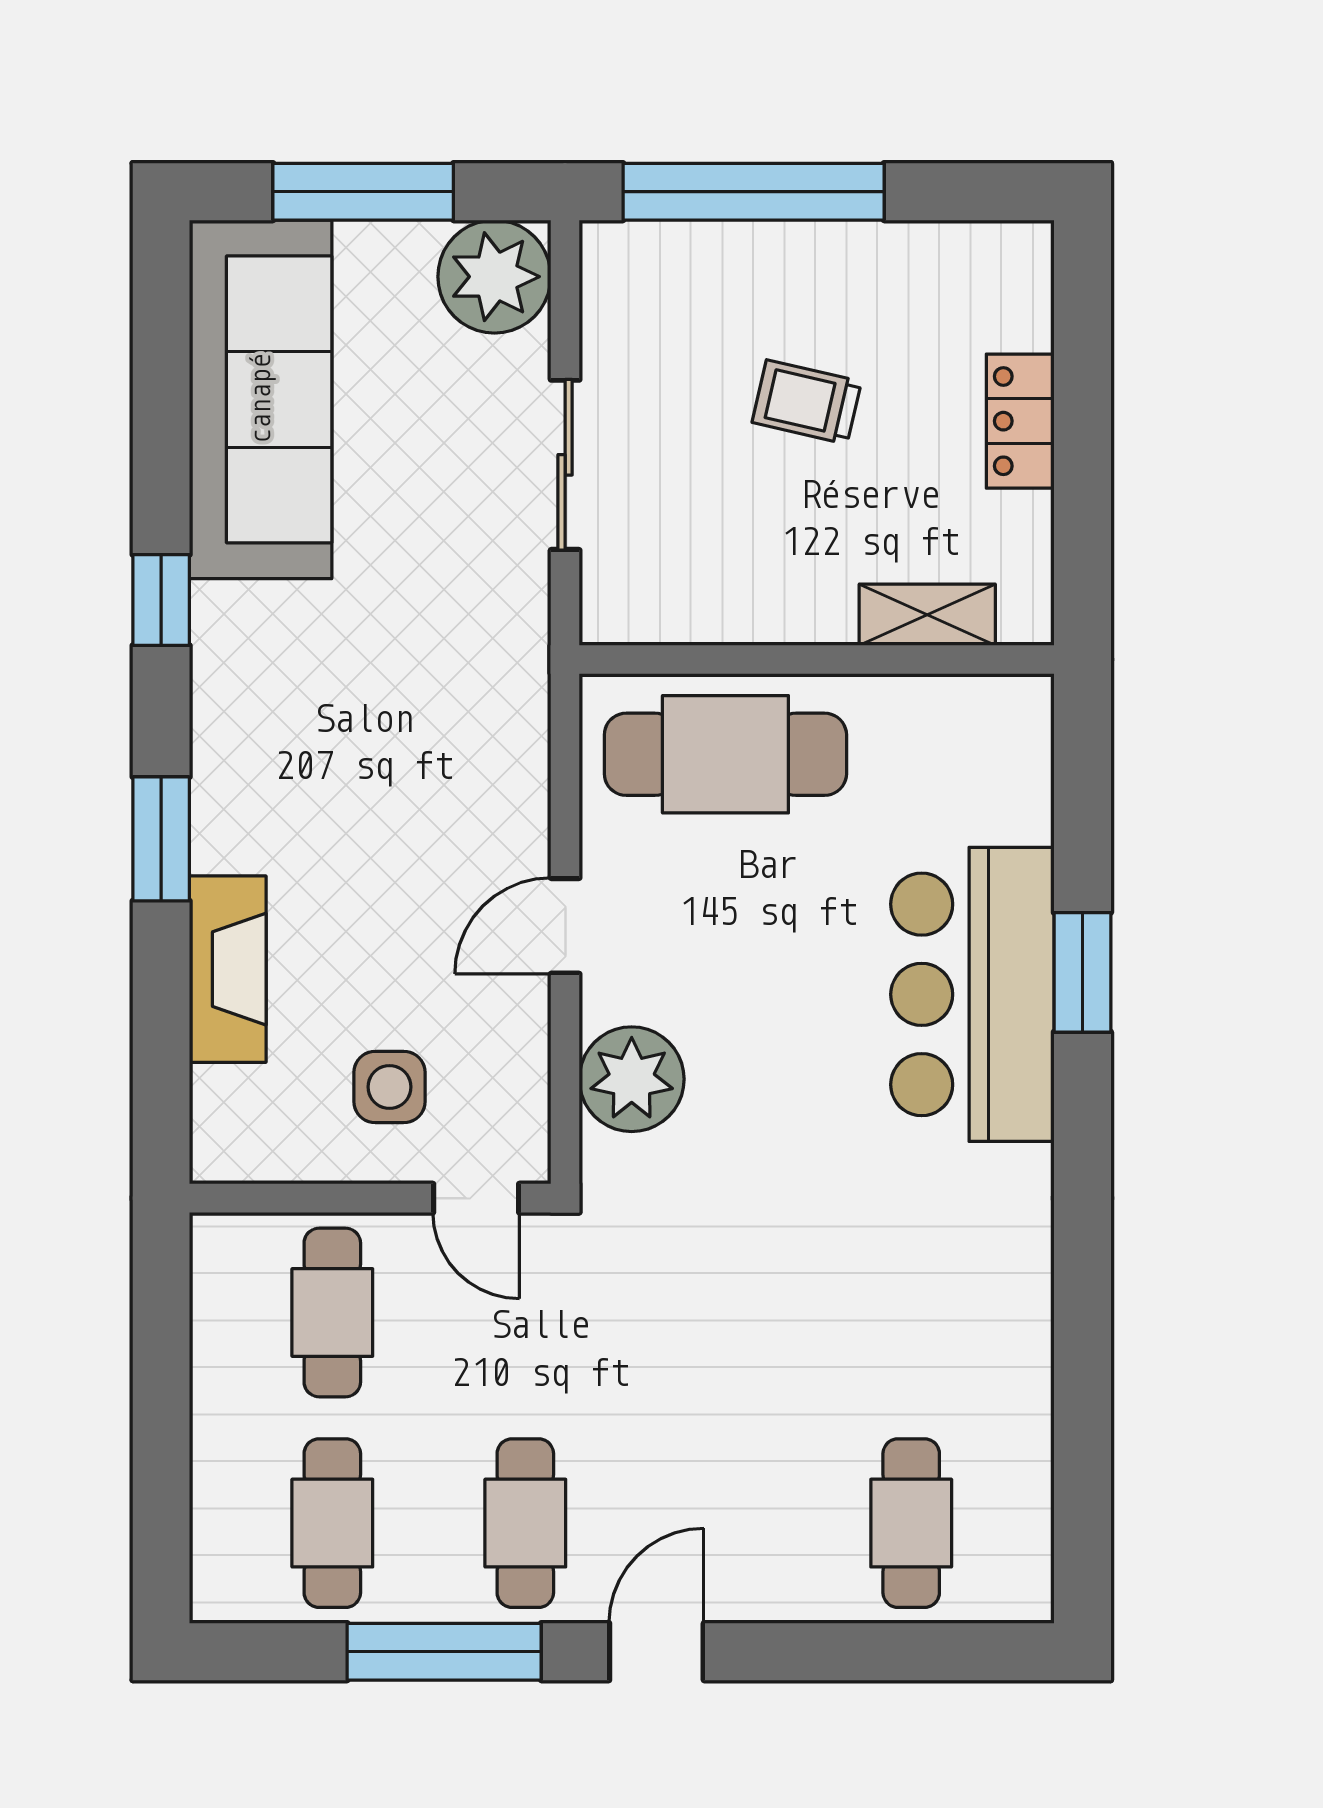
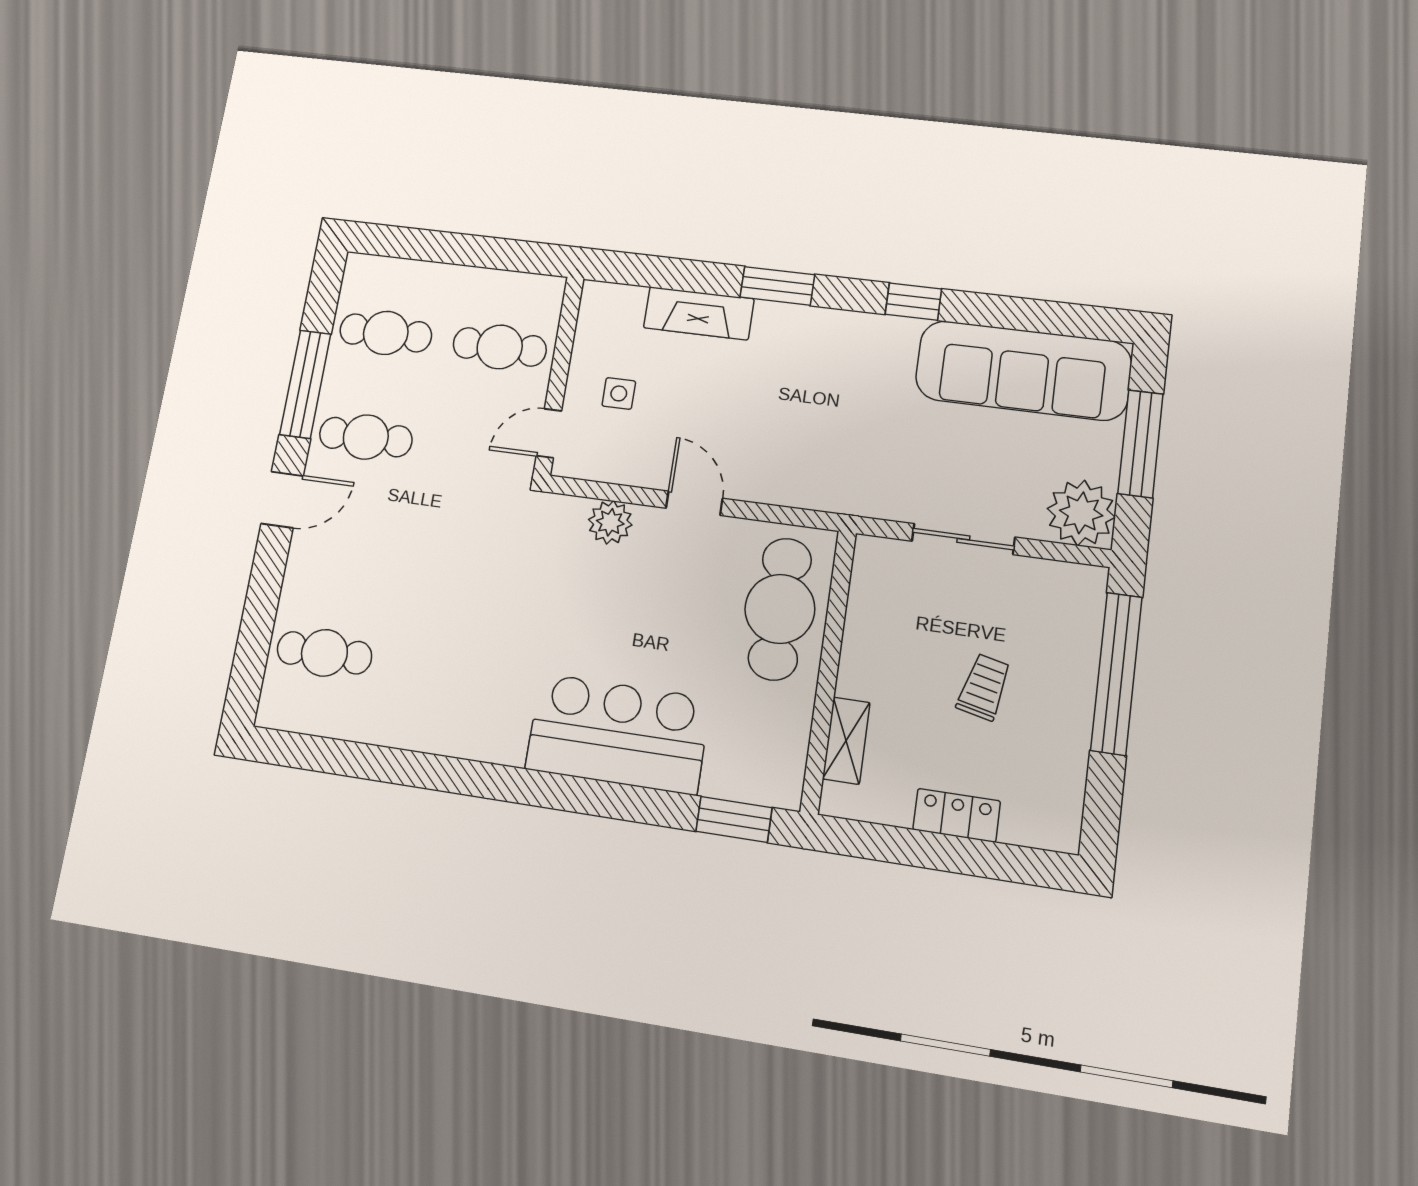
window: (1082, 972) -> (734, 819), moved
plant: (632, 1079) -> (610, 522), width x0.73, depth x0.73
side table: (389, 1087) -> (619, 393), width x0.73, depth x0.73
door: (656, 1652) -> (282, 500), hinge flipped

